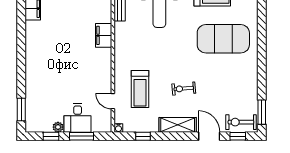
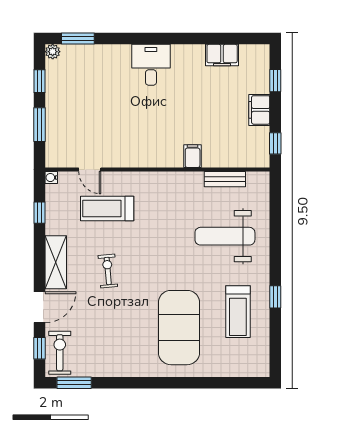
filing cabinet: (104, 35) -> (193, 156), width x0.50
door: (113, 101) -> (90, 169), swing flipped
desk: (78, 118) -> (151, 65), moved, turned 90
plant: (58, 127) -> (53, 52), moved

